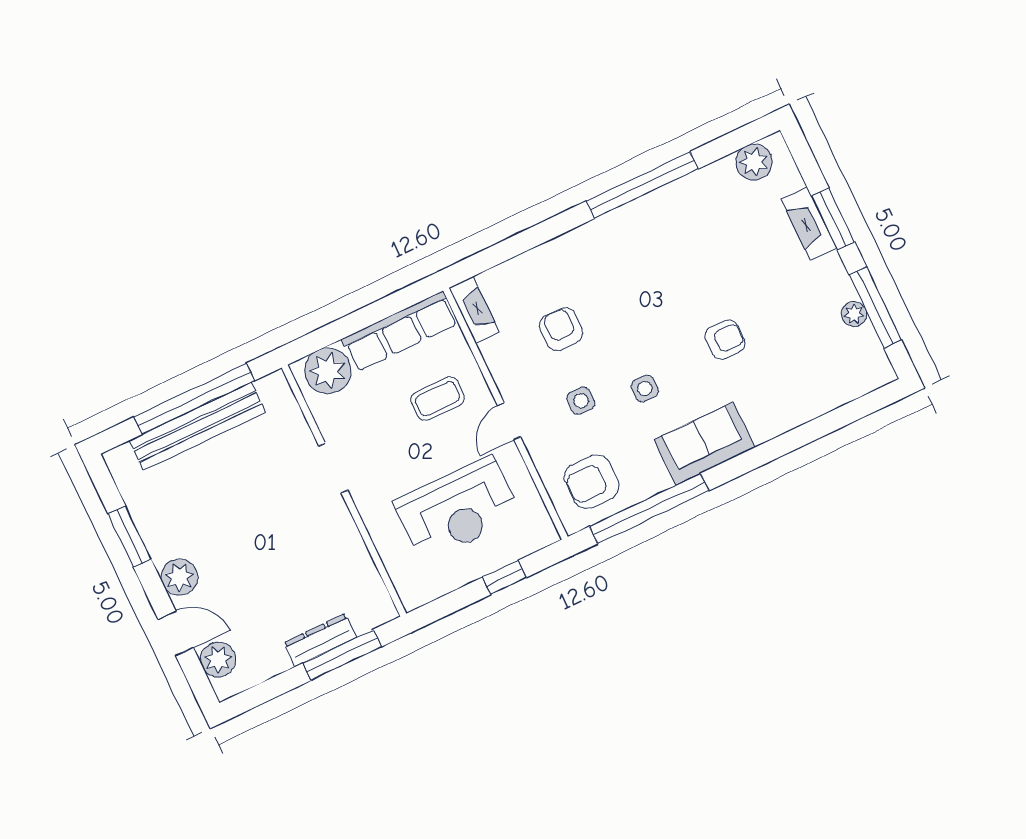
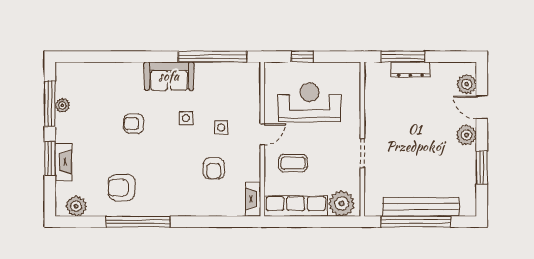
armchair: (592, 482) -> (122, 188), moved, turned 180

